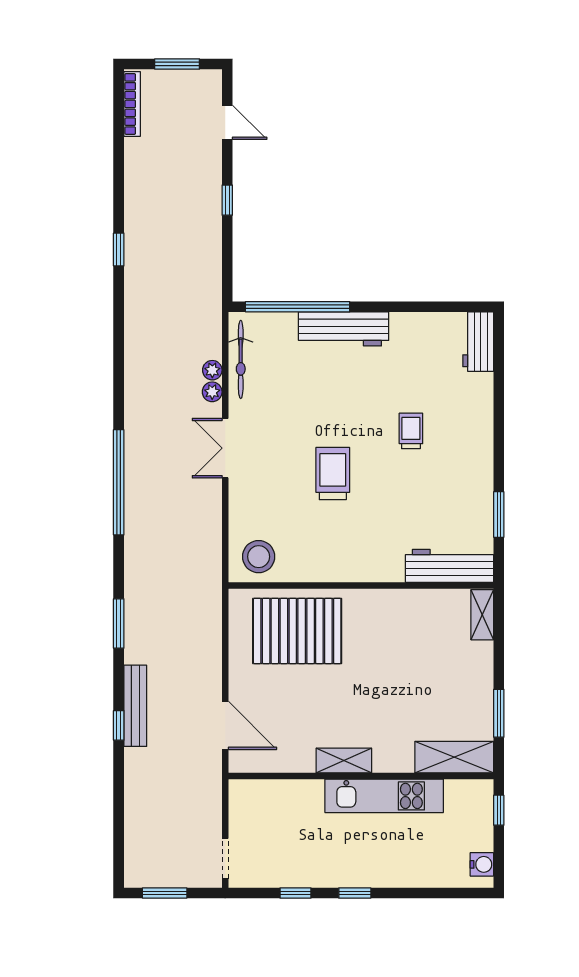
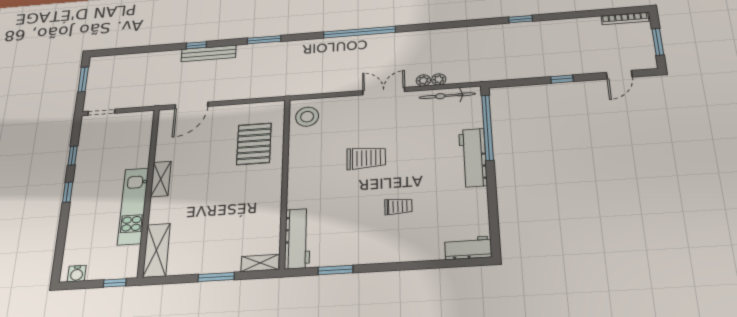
pallet: (297, 631) -> (254, 144), width x0.73, depth x0.71
window: (499, 713) -> (216, 277), moved

